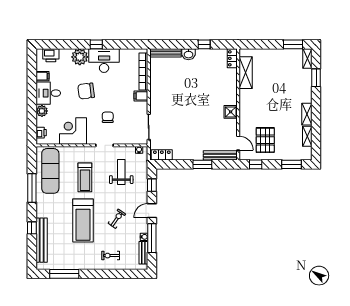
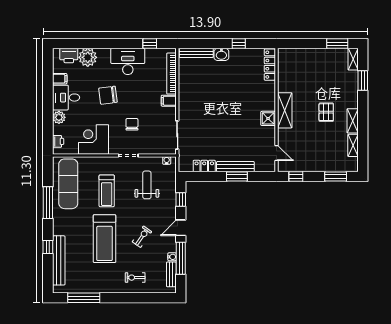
window: (96, 44) -> (150, 44), moved
plant: (80, 57) -> (88, 57), moved
locker: (232, 58) -> (270, 65), width x1.53
shelving: (246, 73) -> (285, 110), moved
pallet: (265, 140) -> (326, 112), moved, width x0.67, depth x0.71
locker: (162, 155) -> (204, 166), moved
bench: (220, 155) -> (235, 167), moved

